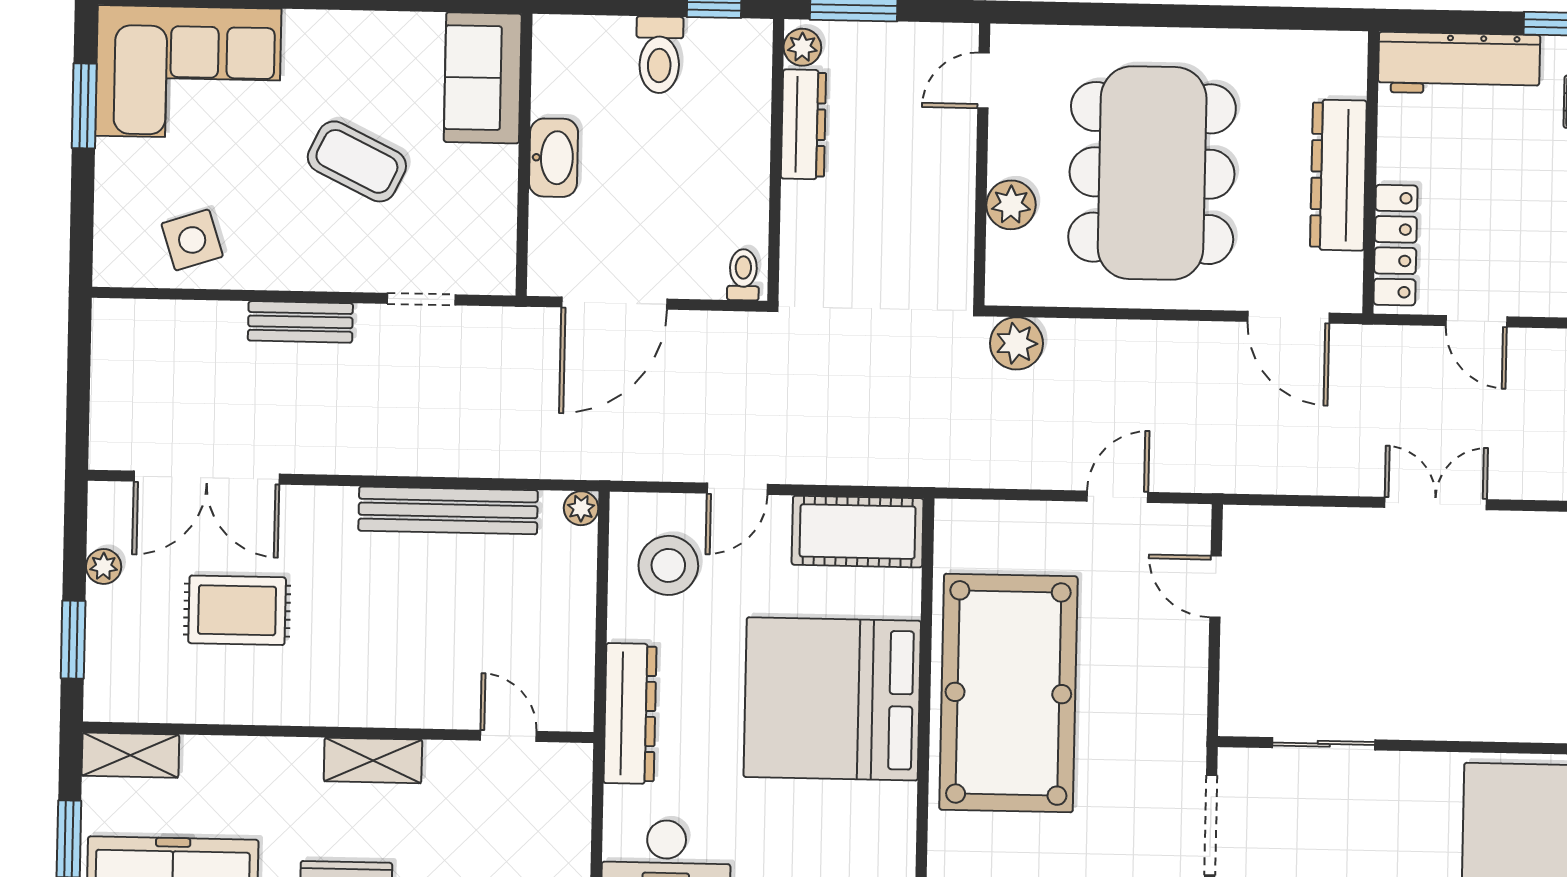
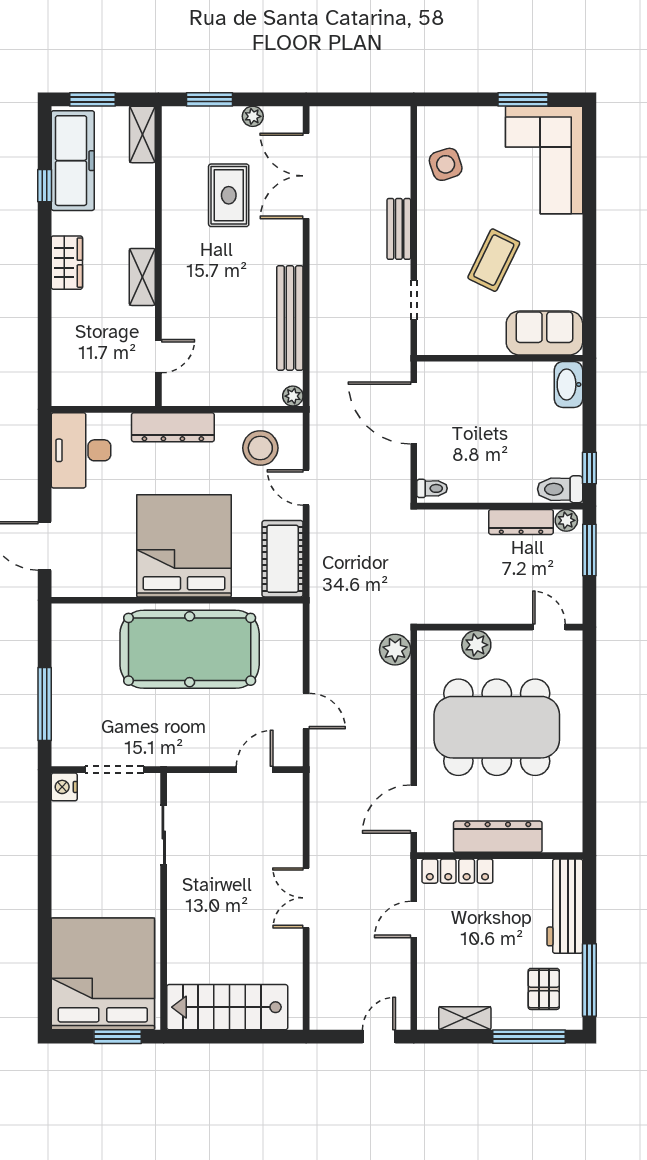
toilet: (659, 55) -> (560, 489), moved
washbasin: (554, 158) -> (569, 384), moved, turned 90
double door: (1436, 503) -> (306, 898), swing flipped

